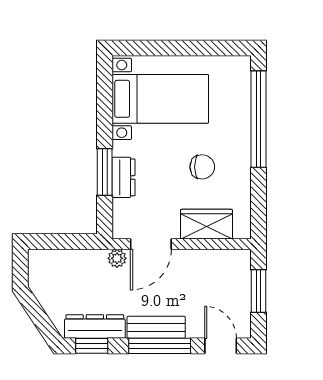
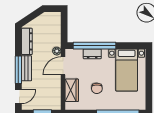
window: (105, 172) -> (95, 46), width x2.11
door: (151, 244) -> (63, 66), hinge flipped
window: (92, 346) -> (18, 40), removed

